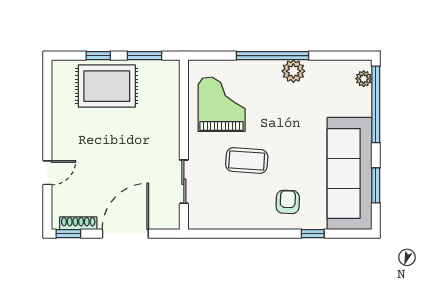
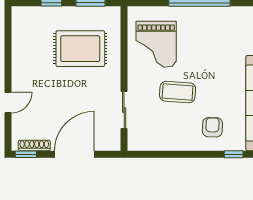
plant: (293, 71) -> (217, 16), removed
rug: (107, 86) -> (80, 49), moved
grand piano: (222, 104) -> (156, 44), turned 180

